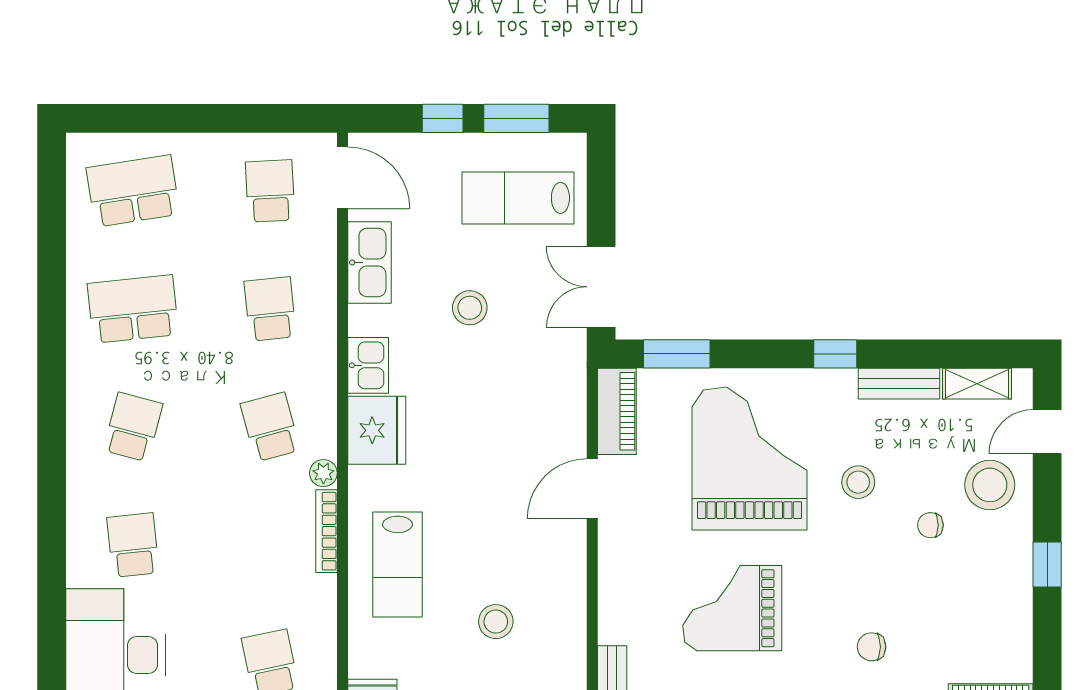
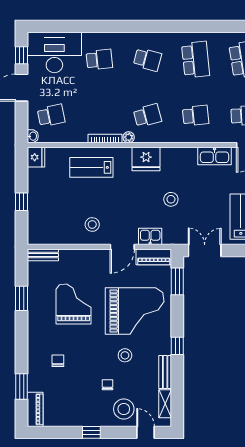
stool: (470, 308) -> (171, 199), moved
kitchen sink: (368, 365) -> (150, 236), moved, turned 180
door: (592, 489) -> (122, 247), swing flipped
stool: (496, 622) -> (92, 224), moved

